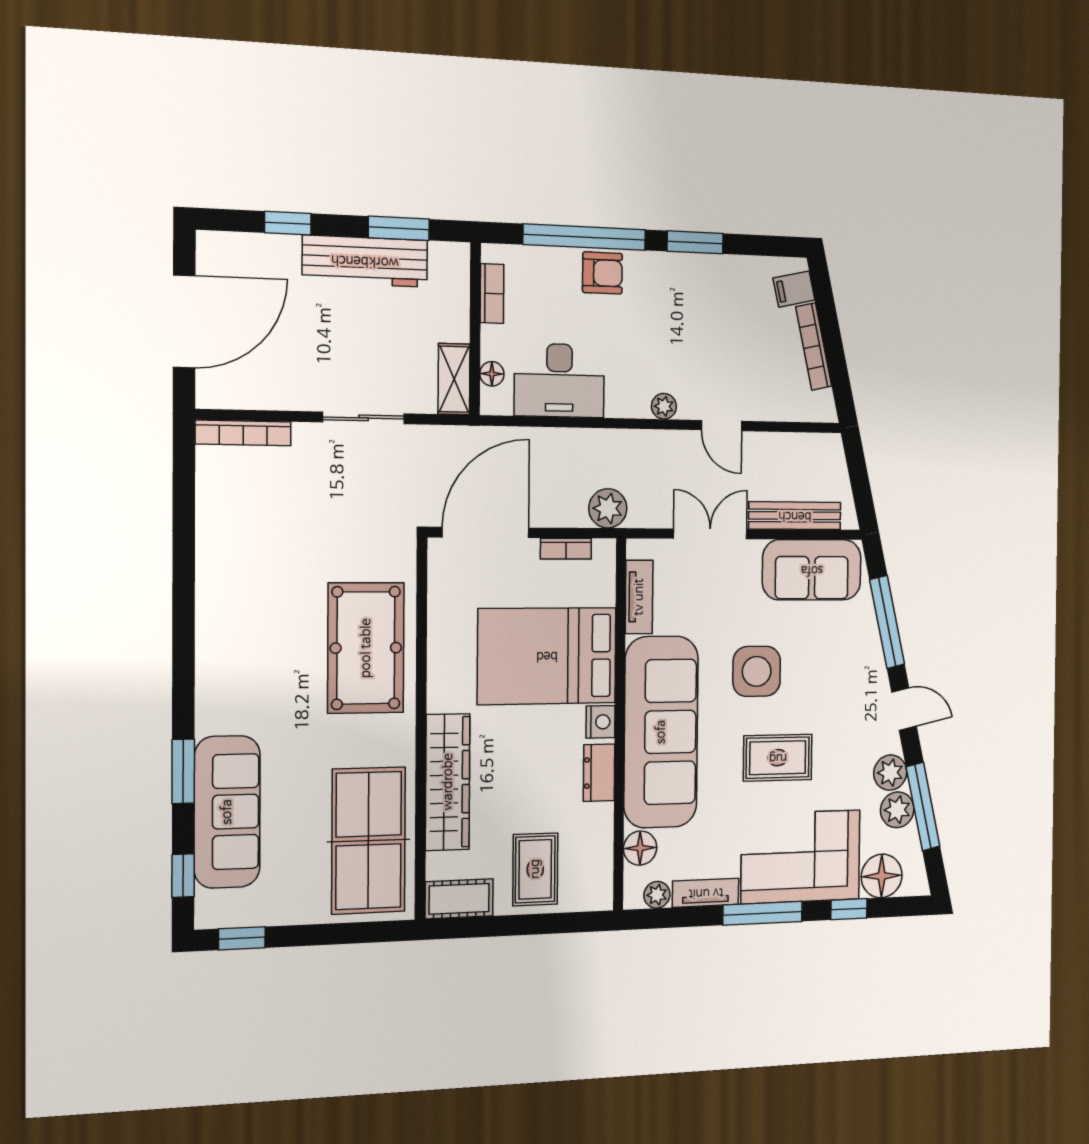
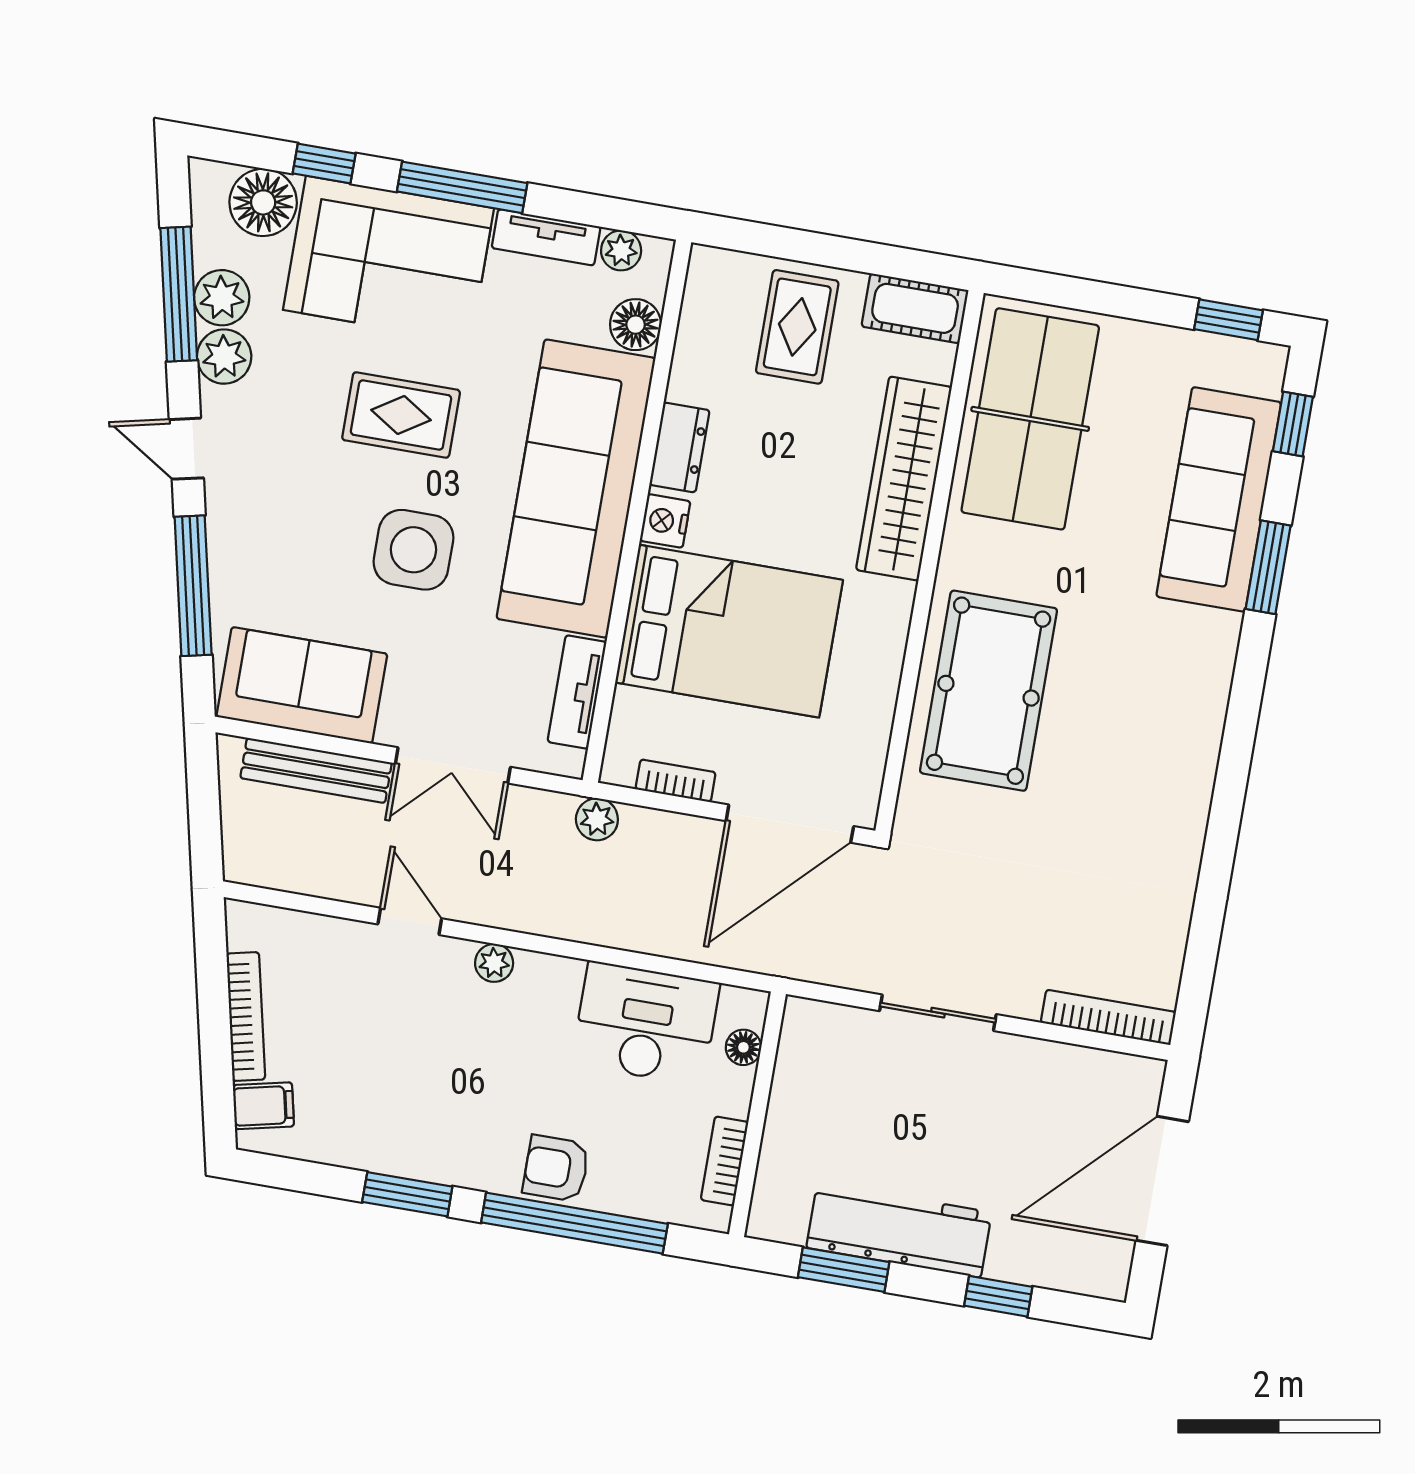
shelving: (454, 379) -> (800, 1048), removed
plant: (608, 508) -> (597, 819), width x0.73, depth x0.73

